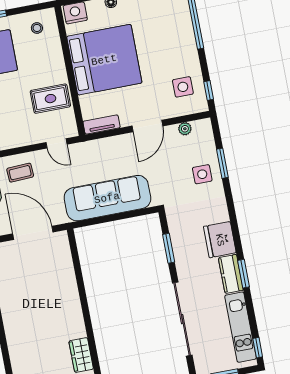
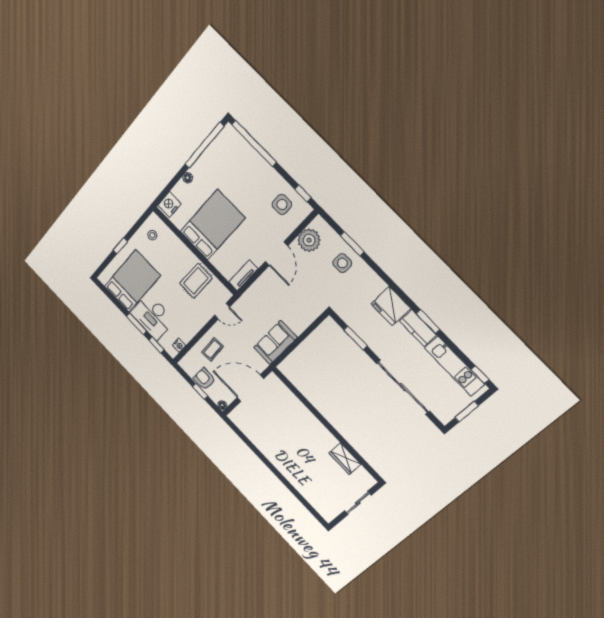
bed: (104, 60) -> (212, 225), width x0.73
plant: (185, 129) -> (309, 240), width x1.87, depth x1.87
sofa: (107, 198) -> (275, 343), width x0.54, depth x0.79

